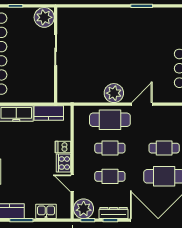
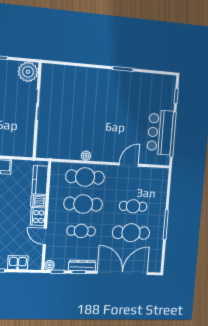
plant: (114, 93) -> (86, 156), width x0.53, depth x0.53
door: (142, 104) -> (129, 165), moved
kitchen counter: (49, 113) -> (40, 180), moved, turned 90
cafe table: (110, 148) -> (83, 204), width x1.37, depth x1.35
plant: (84, 209) -> (49, 265), width x0.53, depth x0.53

